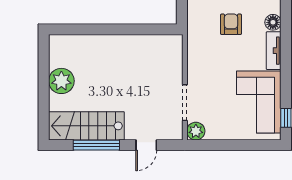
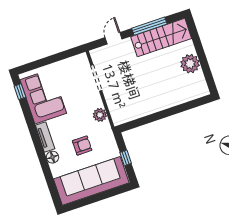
armchair: (231, 24) -> (82, 146), turned -90
plant: (196, 131) -> (100, 115), moved

